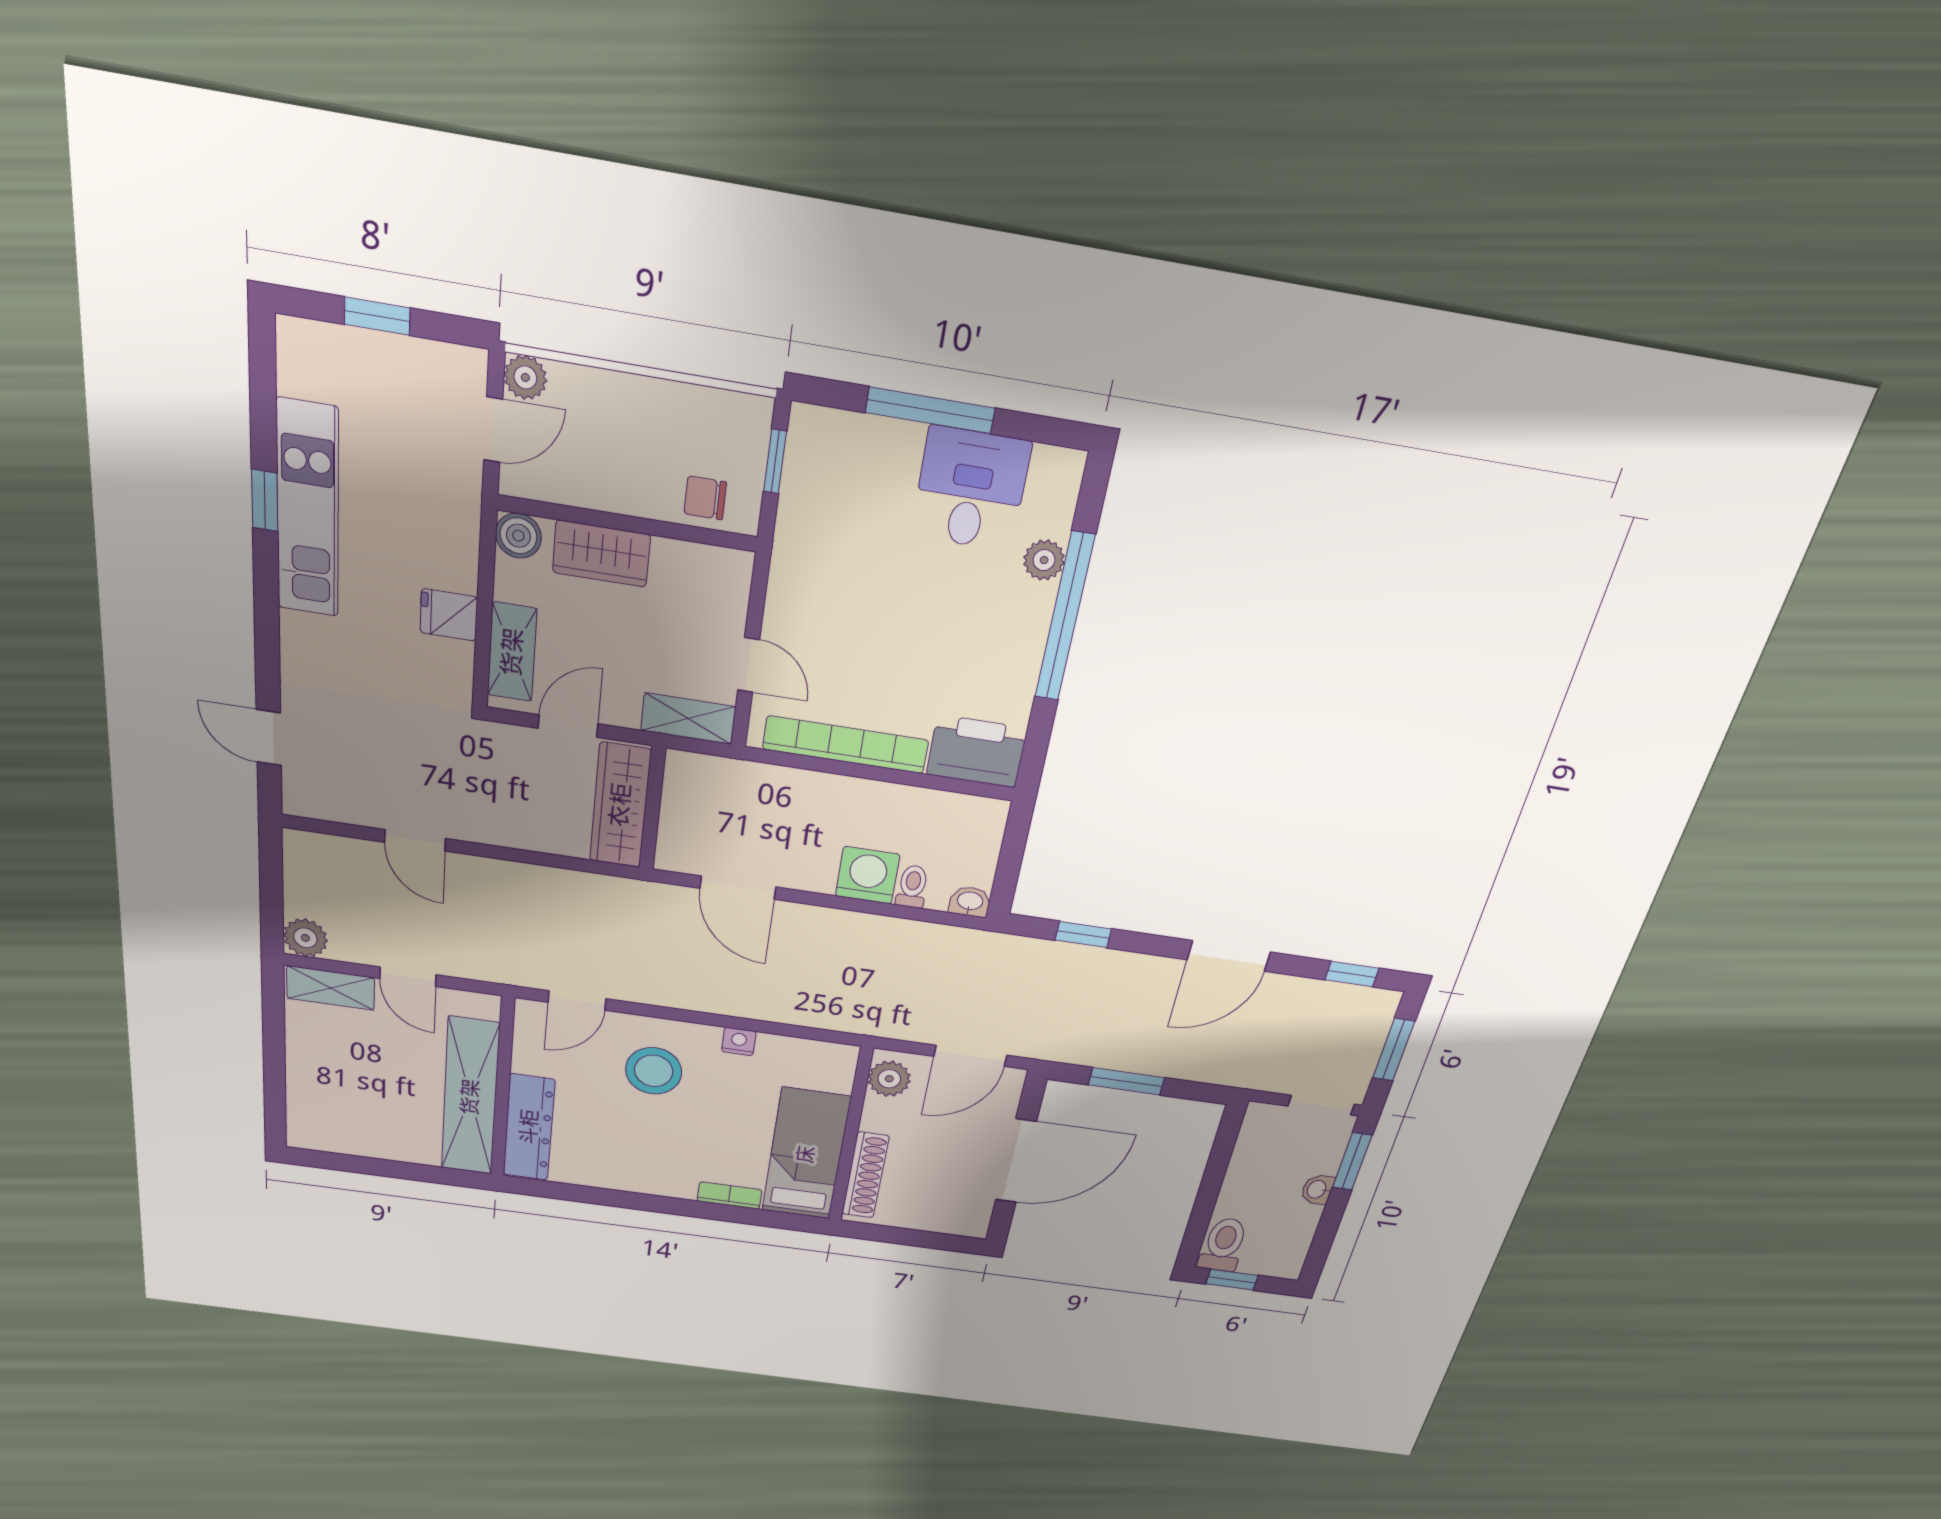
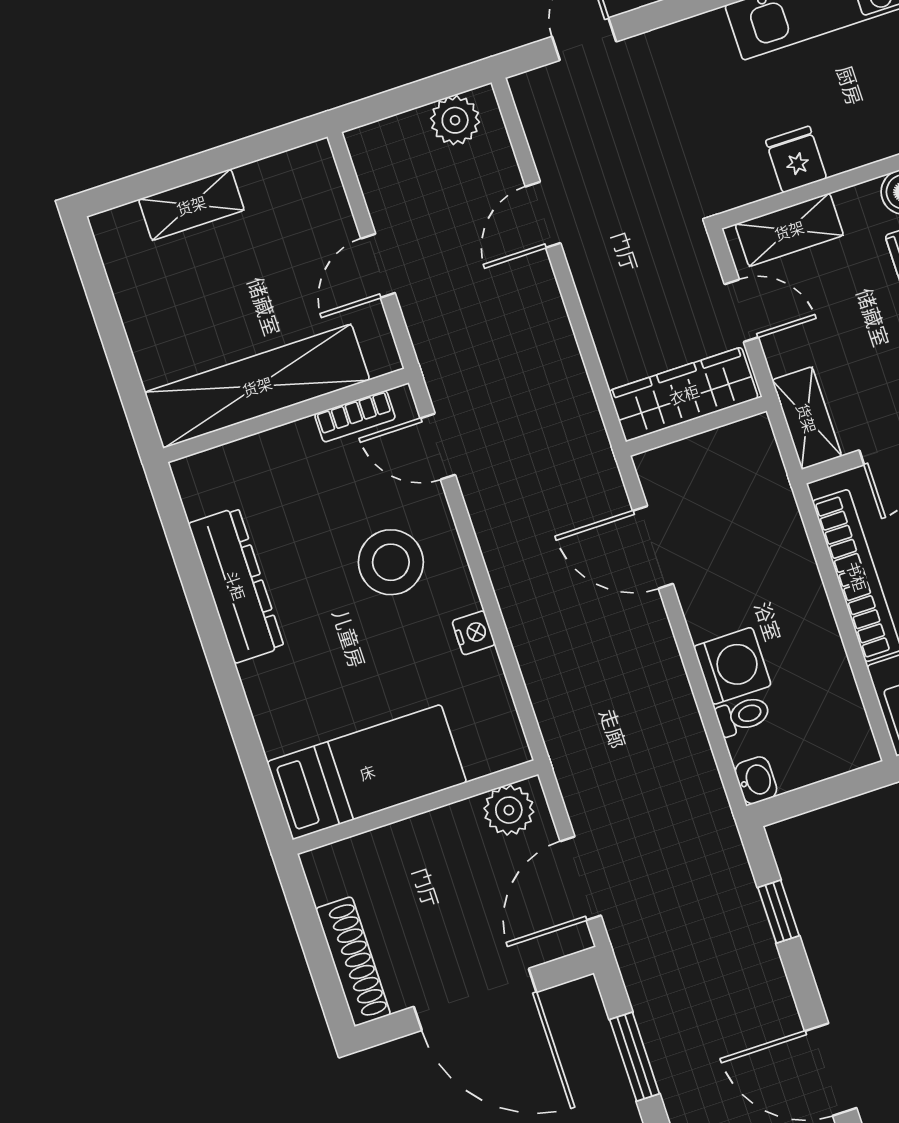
door: (738, 888) -> (653, 547), hinge flipped
plant: (305, 938) -> (455, 120), moved
shelving: (331, 988) -> (191, 205), moved, turned 90
door: (970, 1056) -> (581, 878), hinge flipped
dresser: (529, 1127) -> (236, 585), moved, turned -90
shoe rack: (865, 1175) -> (353, 961), moved, turned -90
bookcase: (730, 1196) -> (355, 416), moved, turned 90

